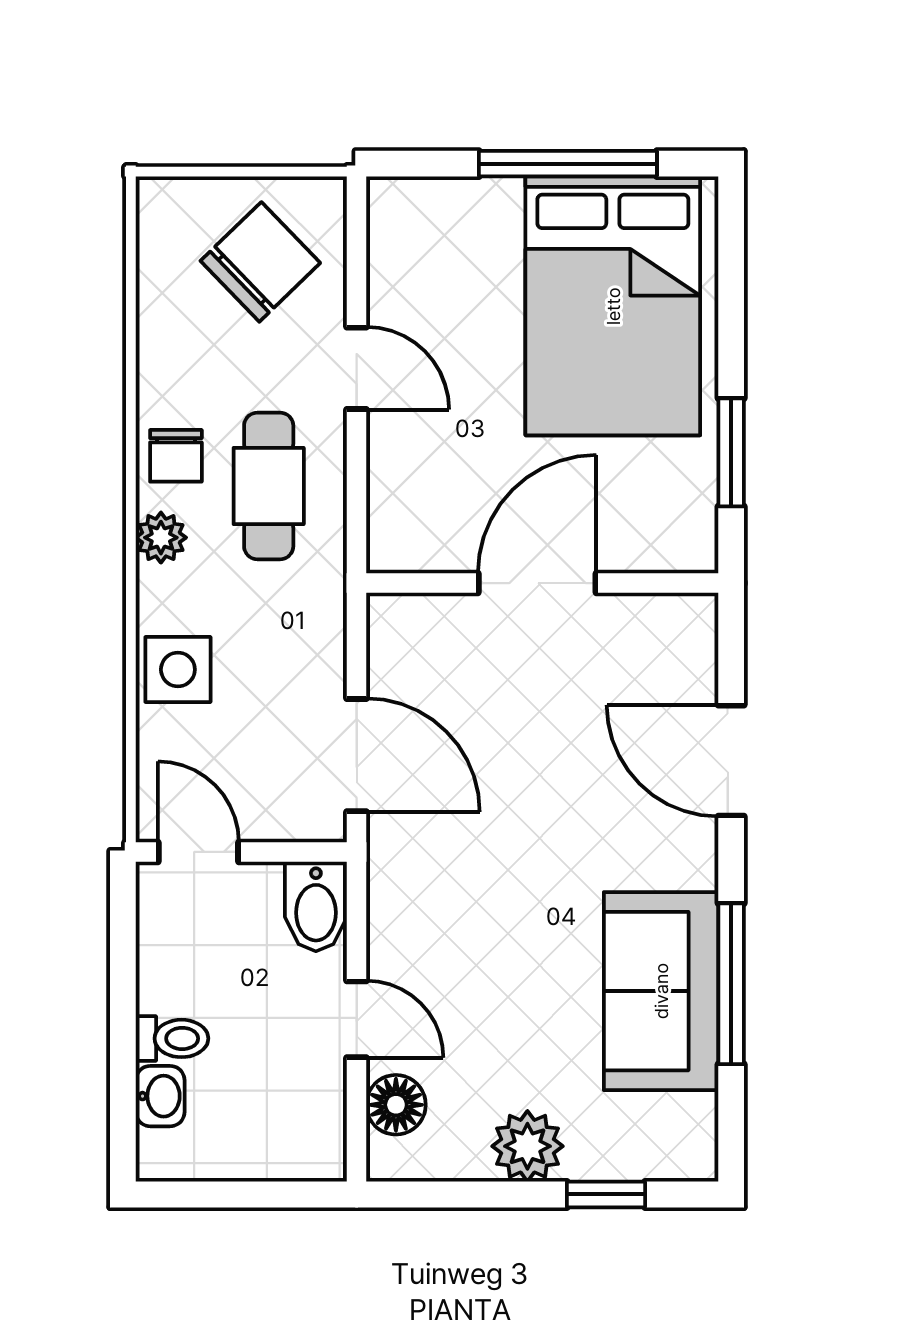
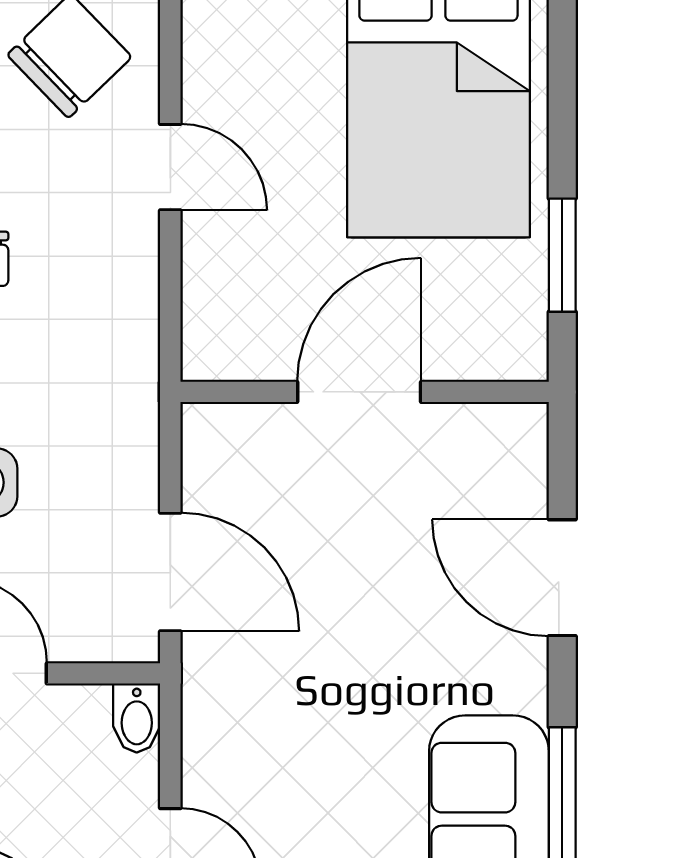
cafe table: (269, 486) -> (78, 290), removed
bidet: (316, 906) -> (137, 718), width x0.72, depth x0.74

